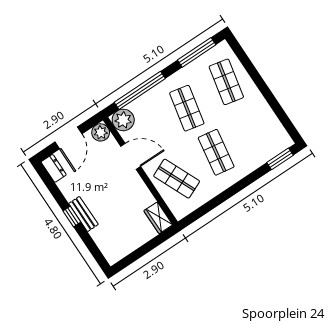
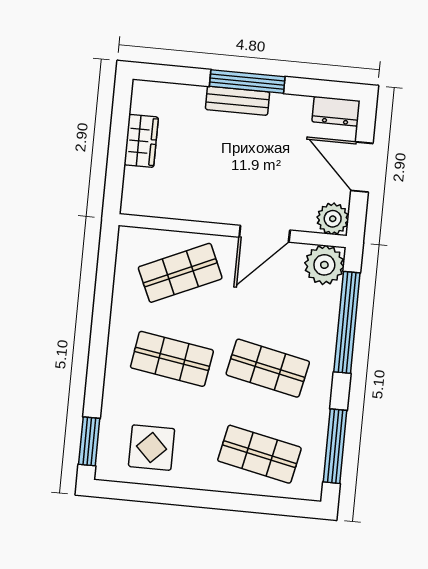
display table: (261, 130) -> (152, 448), added
window: (72, 217) -> (247, 81), width x2.17
wardrobe: (158, 218) -> (141, 141), moved, turned 90

